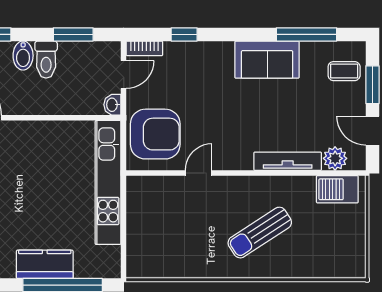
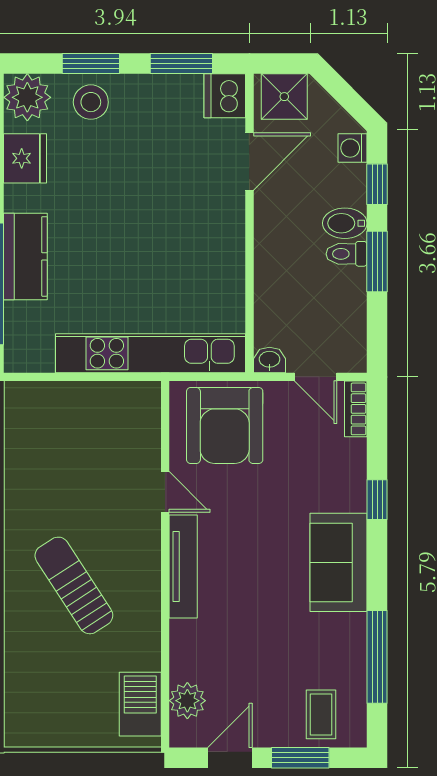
window: (73, 34) -> (377, 261), moved
window: (184, 34) -> (377, 500), moved
toilet: (46, 60) -> (347, 254), width x0.73, depth x0.72
sofa: (267, 60) -> (339, 562), moved
tv unit: (288, 161) -> (183, 567), moved

